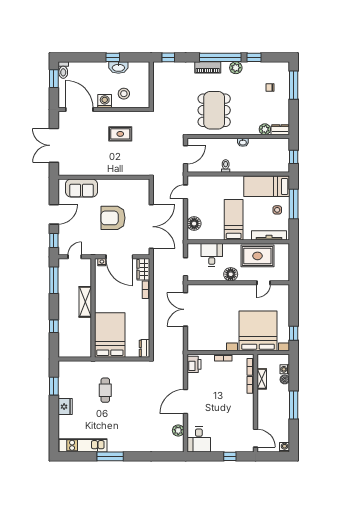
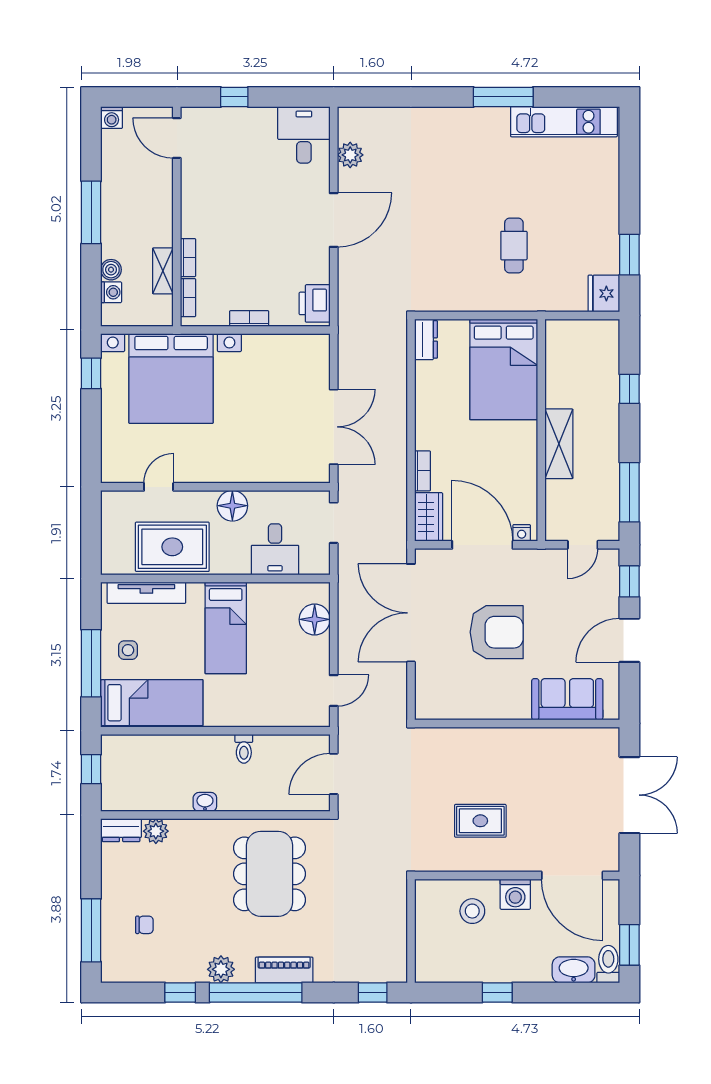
washbasin: (118, 67) -> (574, 970), moved
fridge: (65, 407) -> (604, 293), moved

